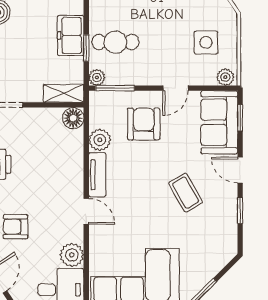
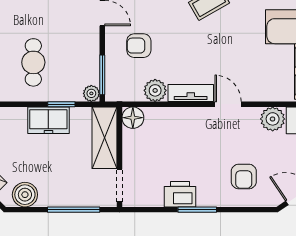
cafe table: (115, 42) -> (33, 62), moved
shelving: (64, 93) -> (104, 138), width x1.50, depth x1.33
armchair: (144, 124) -> (139, 46), width x0.72, depth x0.72
door: (86, 211) -> (228, 104), hinge flipped

